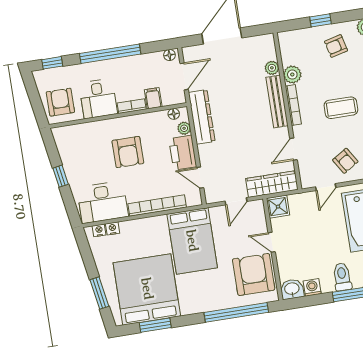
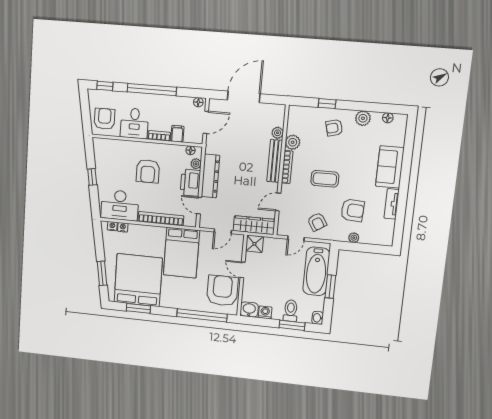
dresser: (202, 117) -> (210, 176), moved

